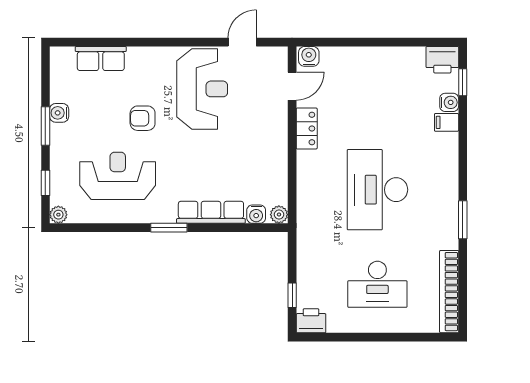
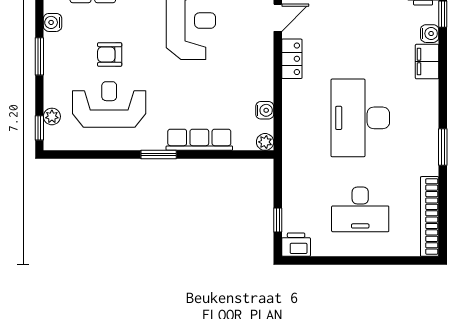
water cooler: (59, 113) -> (53, 22), moved
armchair: (143, 118) -> (110, 55), moved
filing cabinet: (447, 122) -> (427, 62), width x2.00
window: (45, 183) -> (39, 128), moved
water cooler: (256, 214) -> (265, 110), moved, turned -90
plant: (58, 215) -> (52, 116), moved

